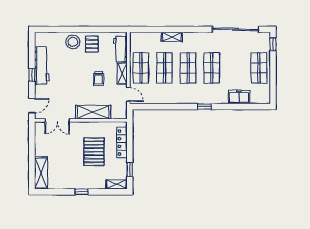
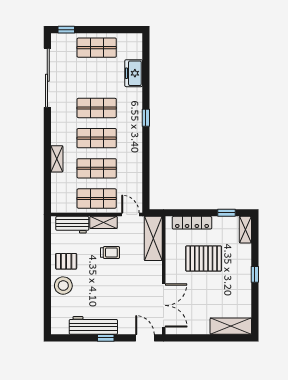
door: (128, 94) -> (130, 215), hinge flipped
shelving: (93, 112) -> (153, 238), moved
double door: (57, 120) -> (164, 305), width x1.37

